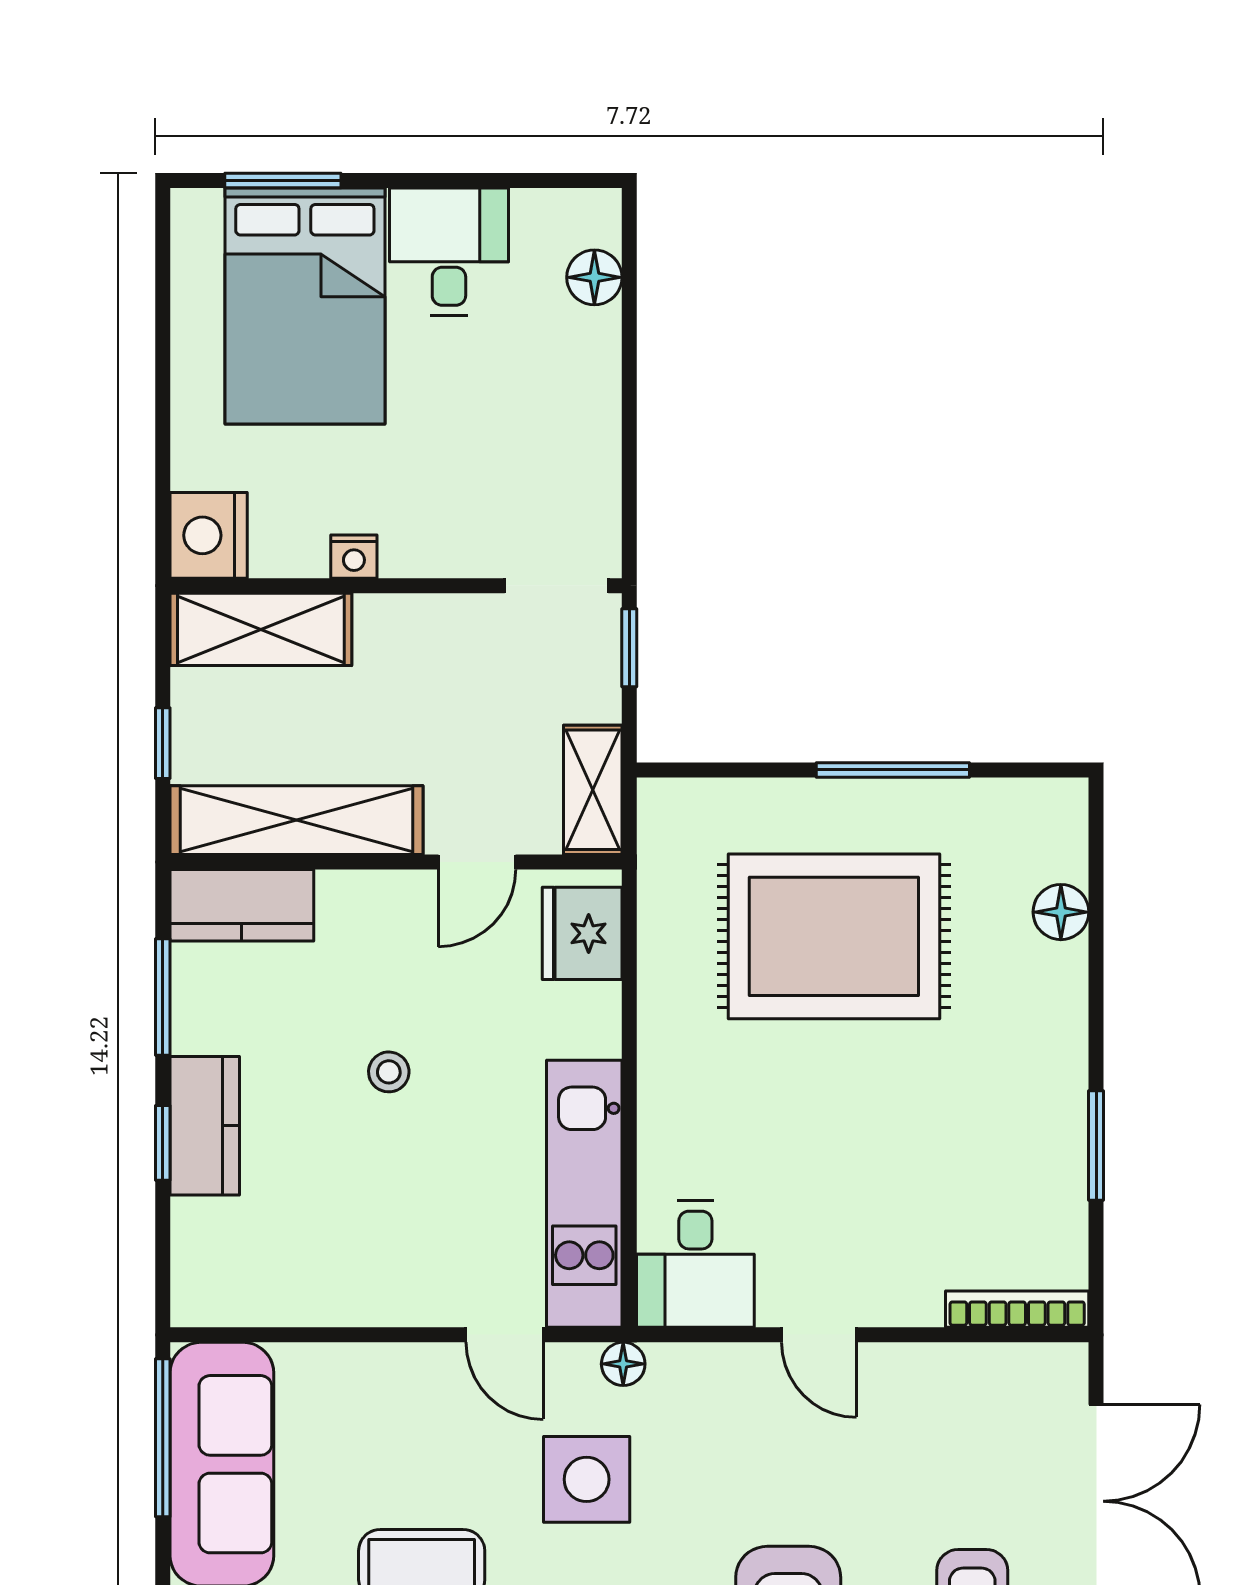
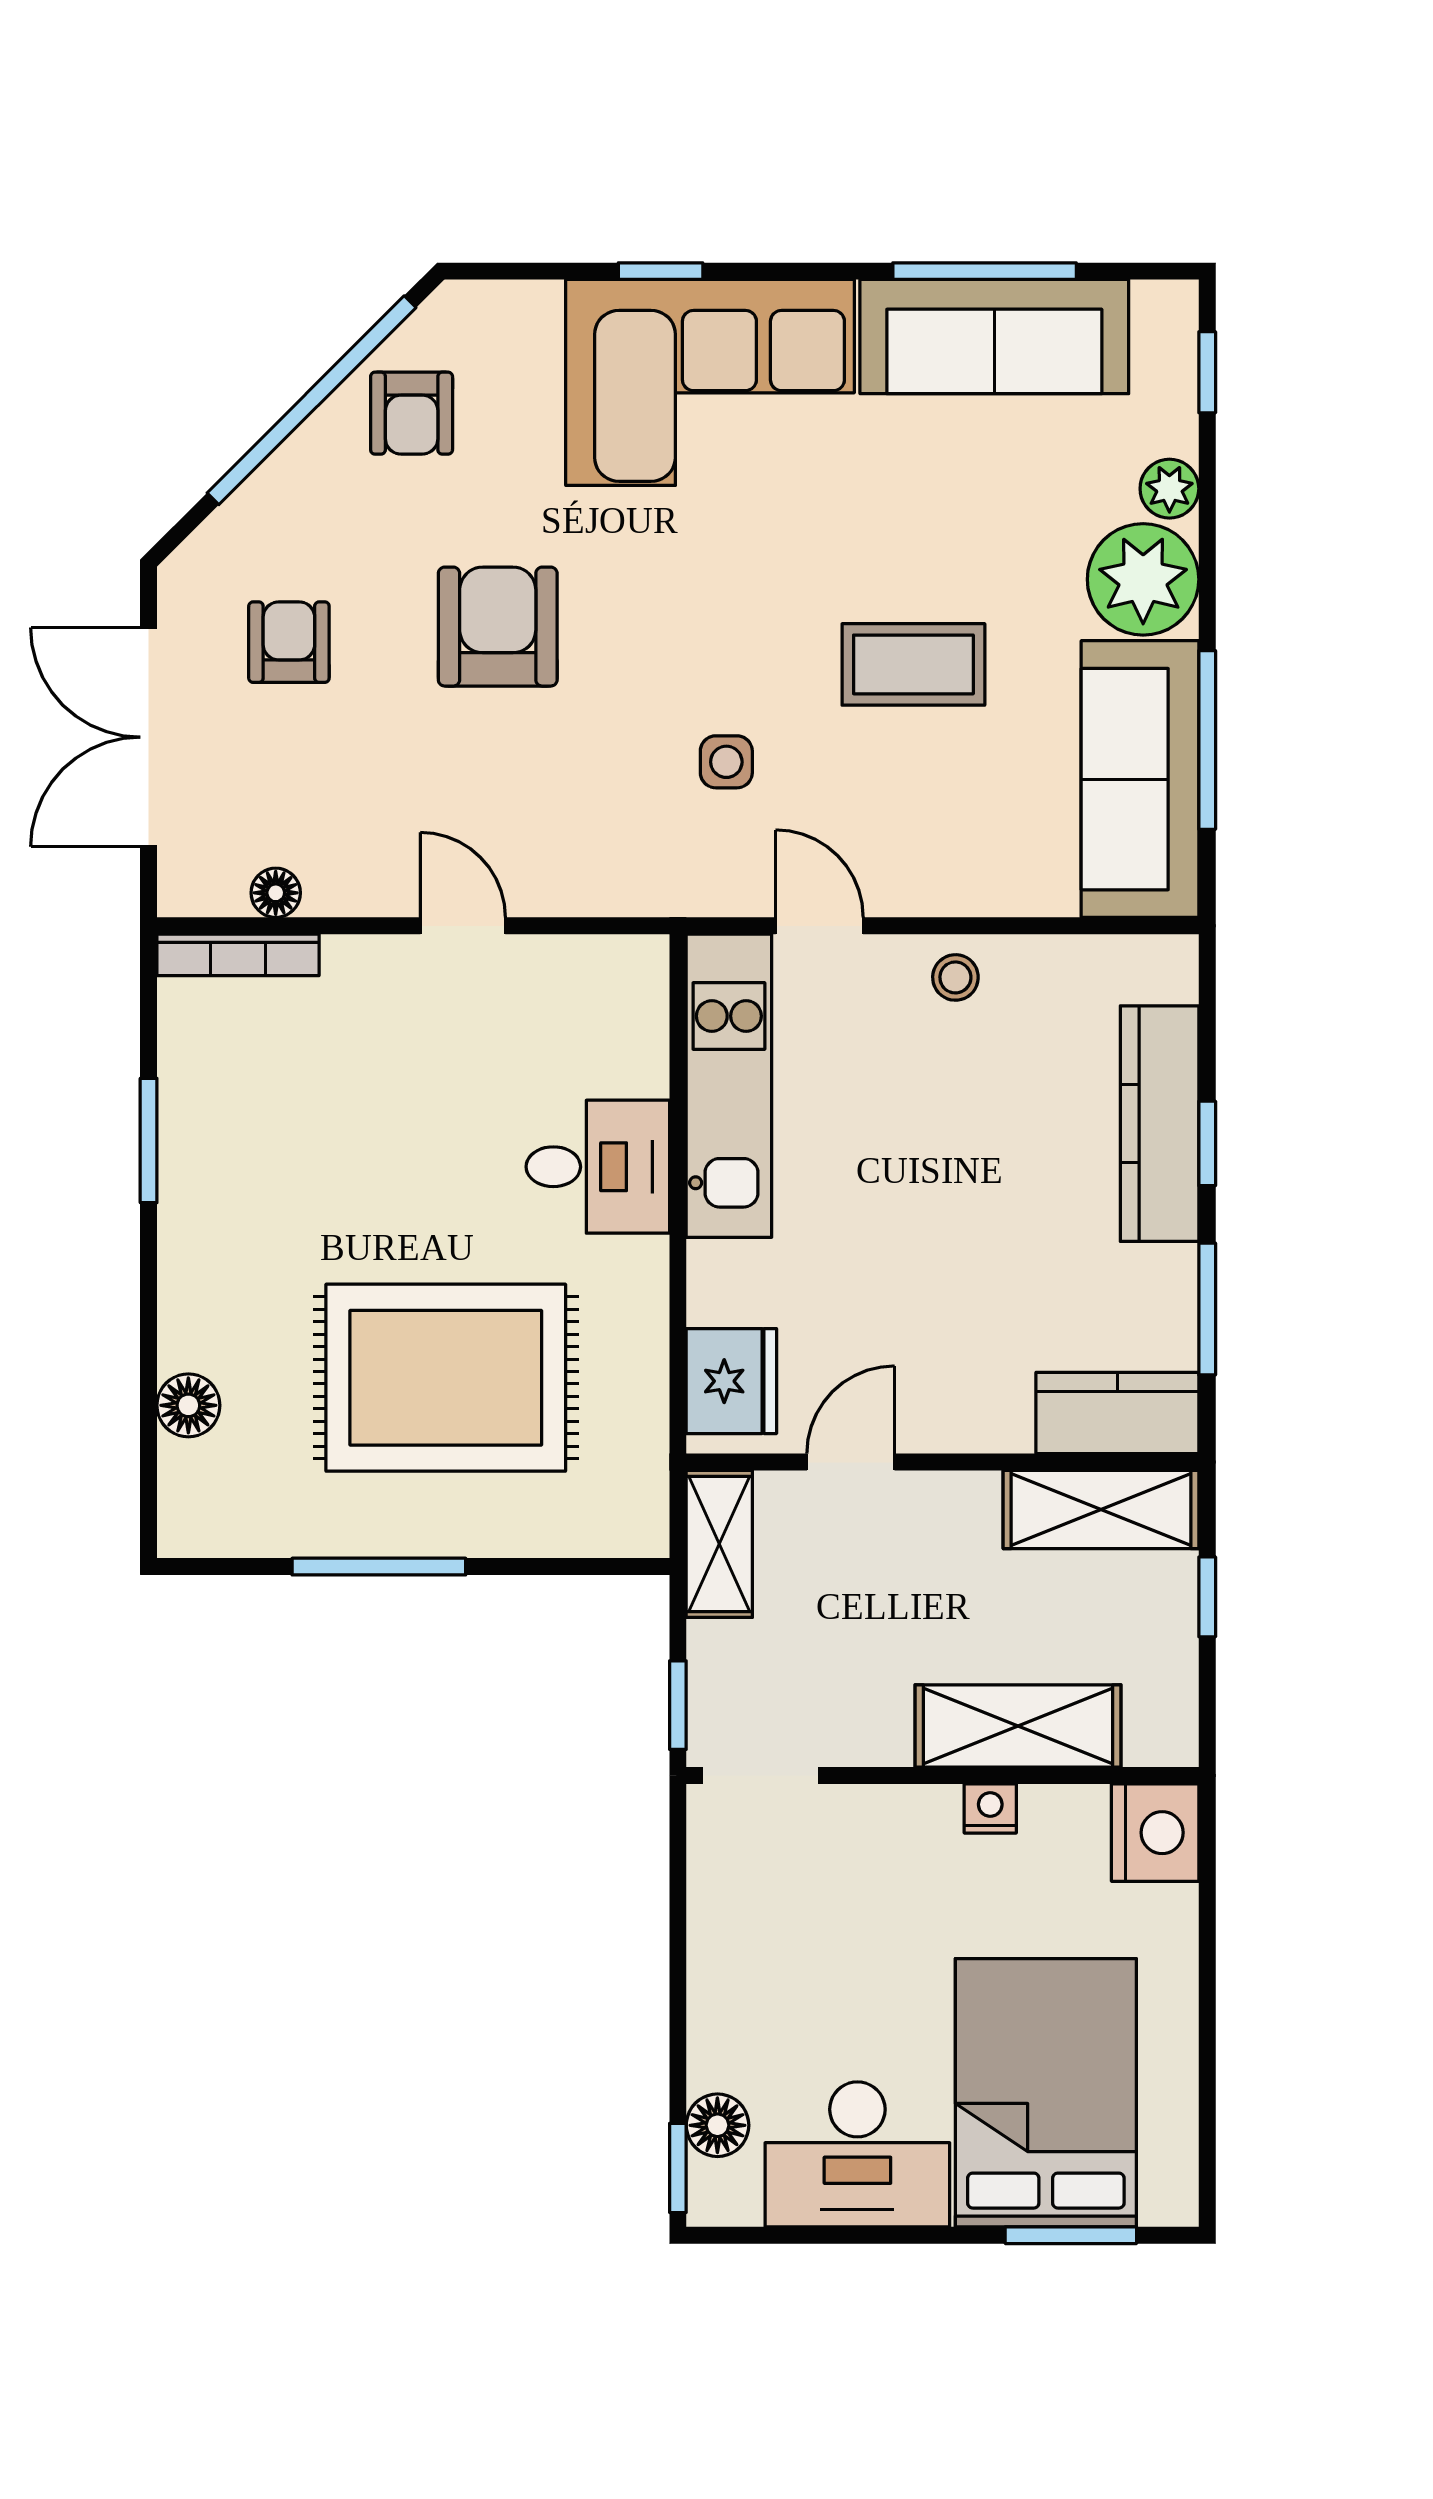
window: (629, 240) -> (678, 2168), added
desk: (449, 252) -> (857, 2154), width x1.37
shelving: (261, 629) -> (1018, 1726), moved
shelving: (297, 820) -> (1101, 1510), width x0.68
stool: (389, 1072) -> (955, 977), moved
kitchen counter: (205, 1126) -> (1160, 1124), width x1.50
desk: (695, 1264) -> (598, 1167), moved, turned 90
floor lamp: (623, 1364) -> (276, 893), moved
window: (163, 1438) -> (1207, 740), moved
side table: (587, 1479) -> (726, 762), width x0.54, depth x0.54

